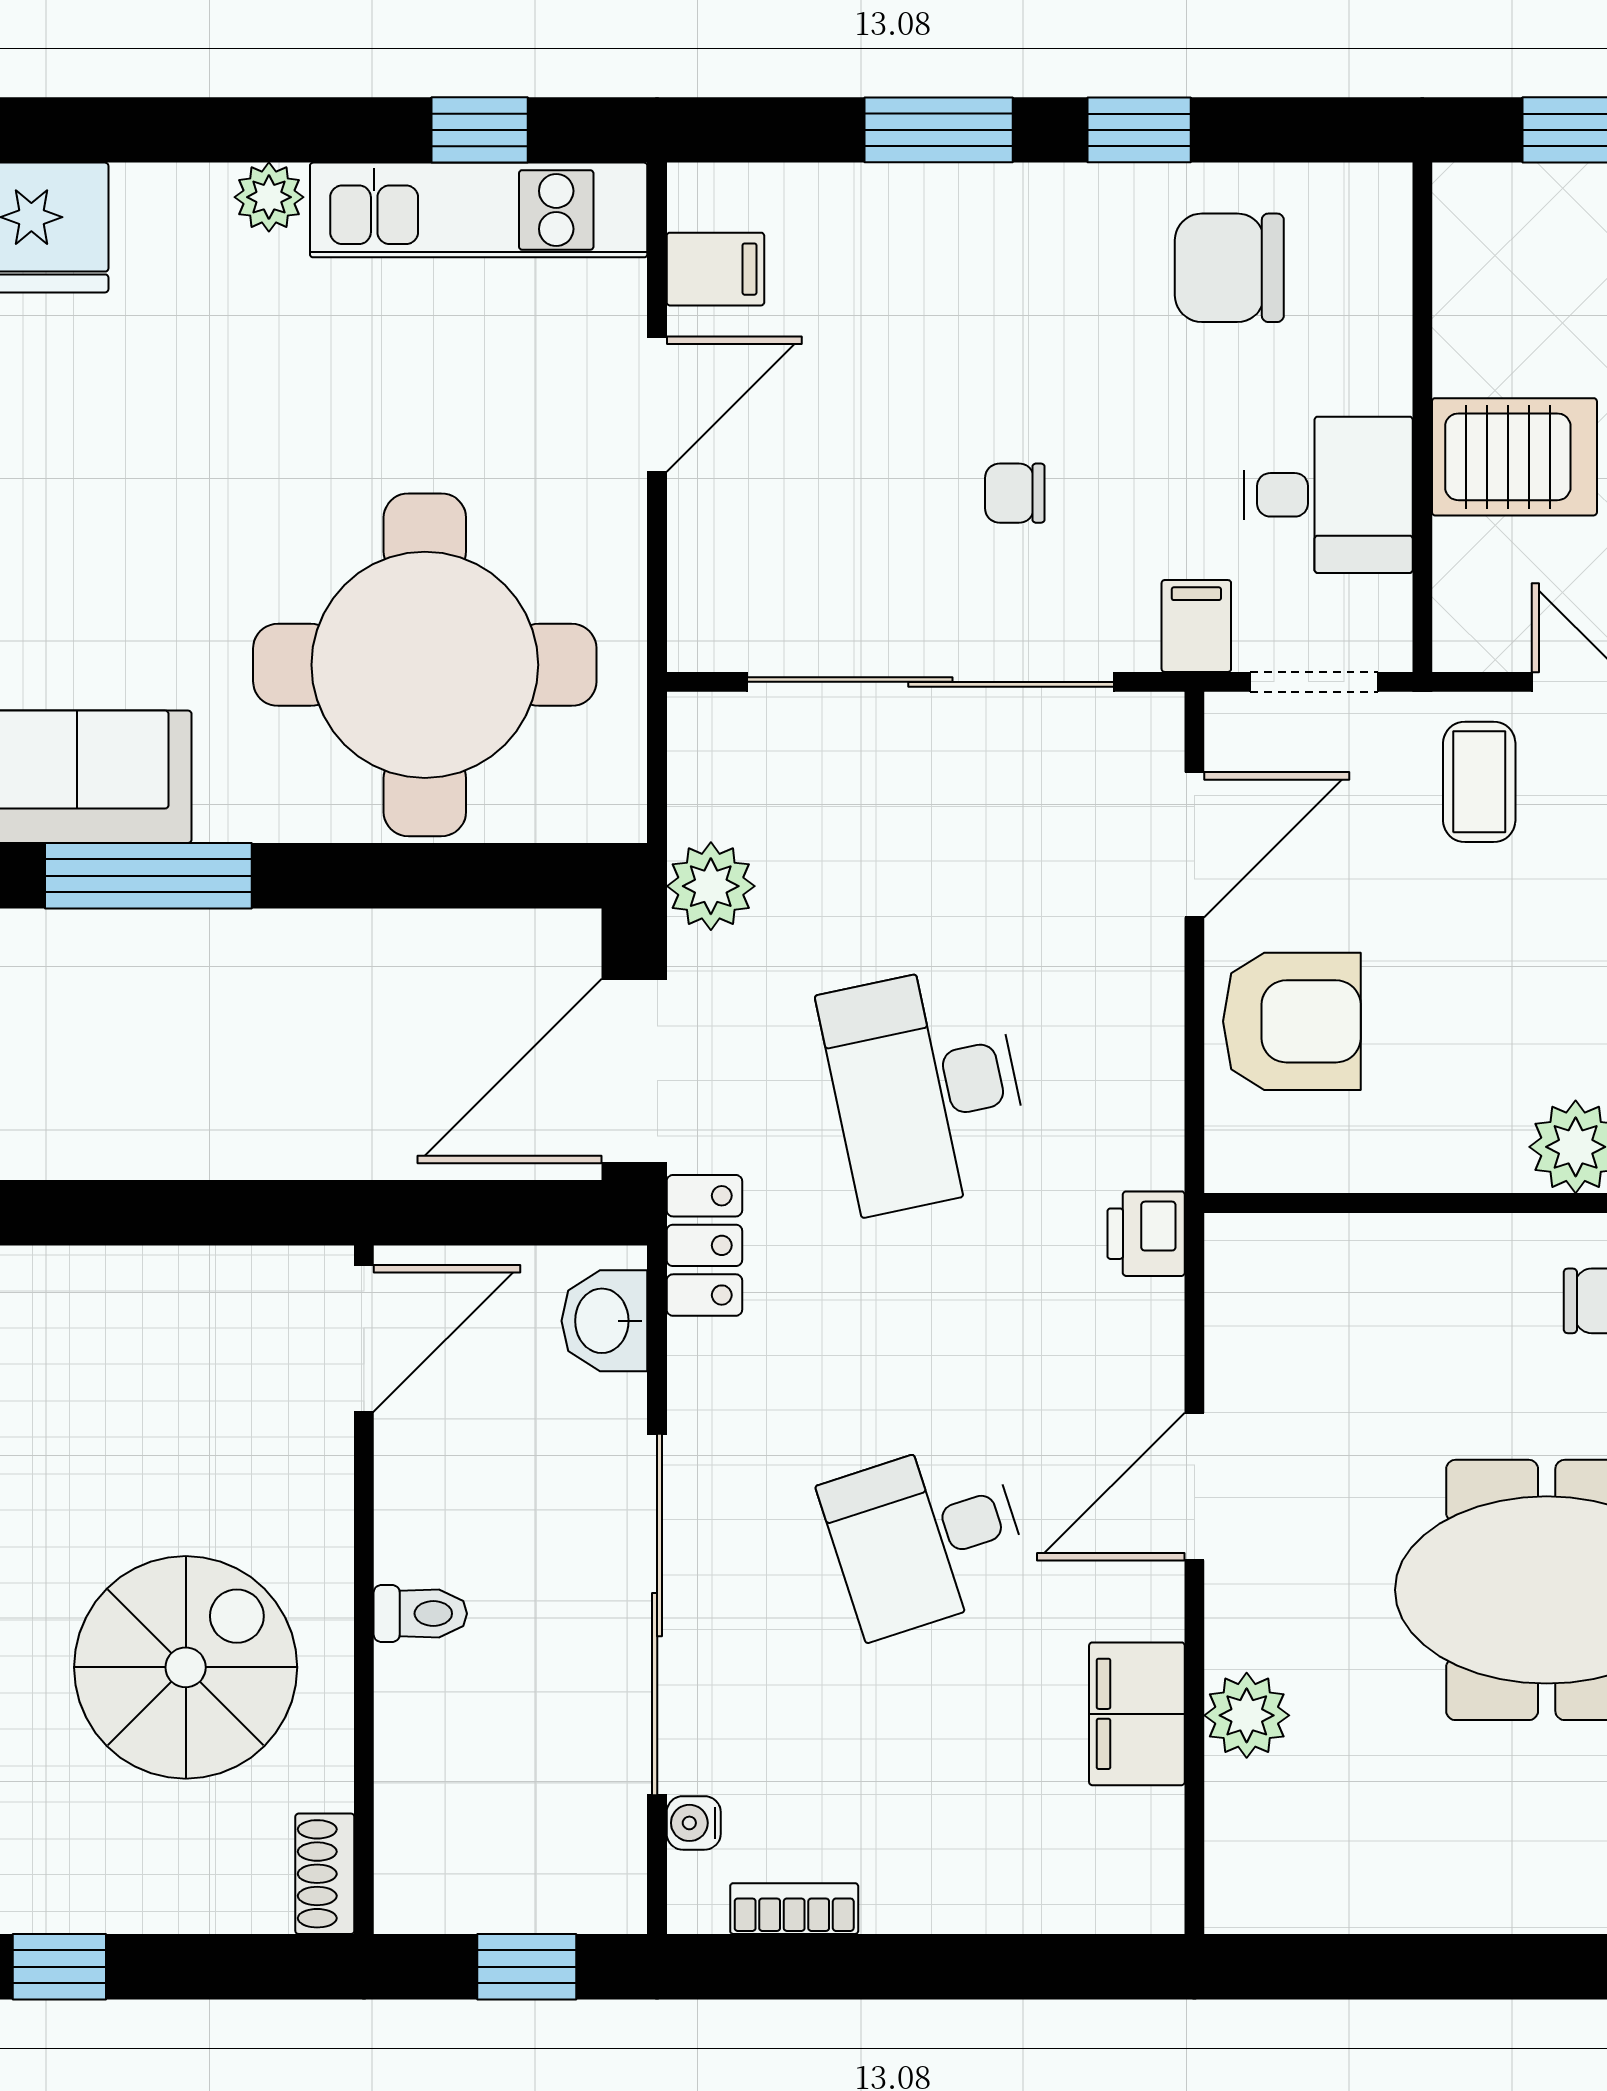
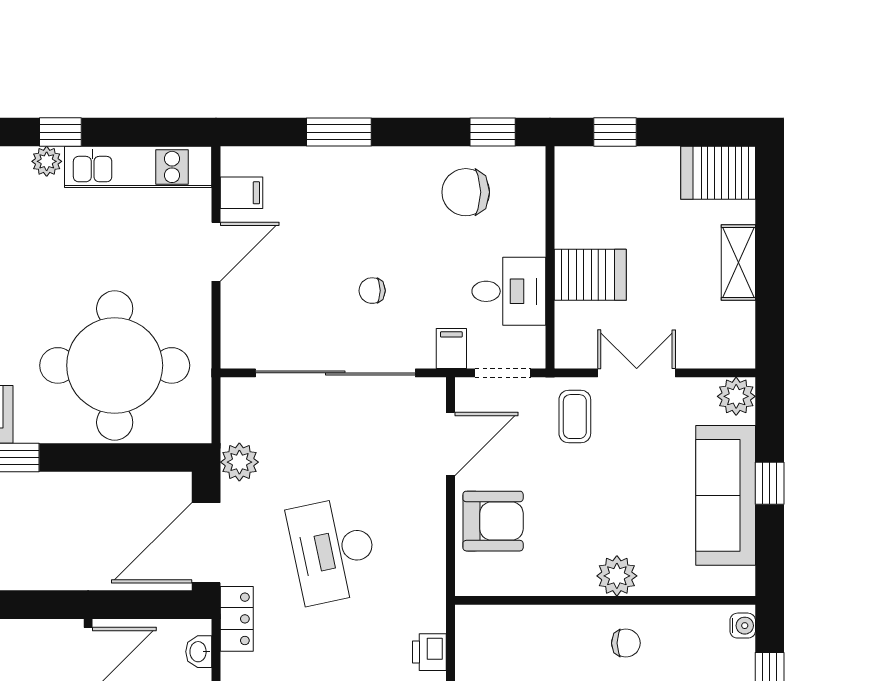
window: (480, 130) -> (60, 132), moved
window: (1139, 130) -> (493, 132), moved
printer: (1146, 1234) -> (429, 652), moved
washbasin: (604, 1321) -> (199, 652), width x0.72, depth x0.69

